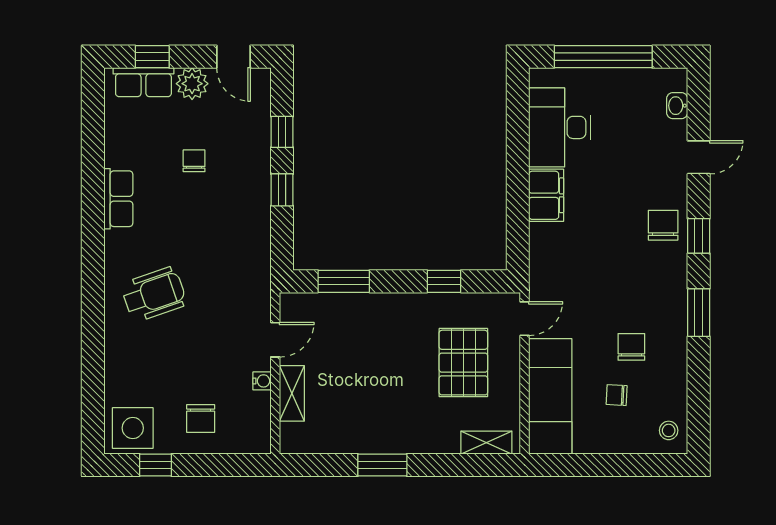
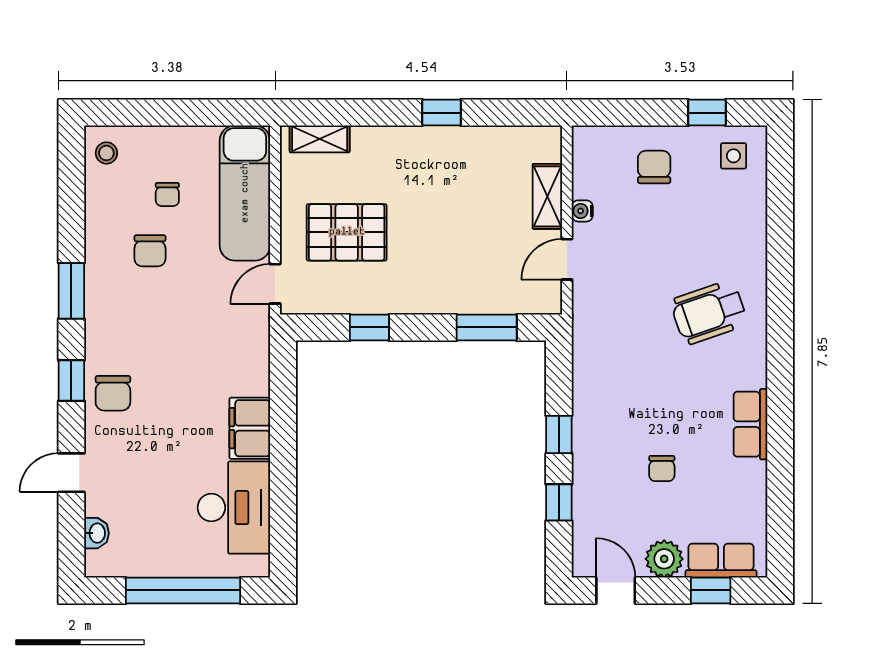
pallet: (463, 363) -> (347, 232), turned 90
chair: (617, 395) -> (167, 194), turned 87
side table: (133, 428) -> (733, 156), width x0.54, depth x0.54
window: (382, 465) -> (441, 113), width x0.67

